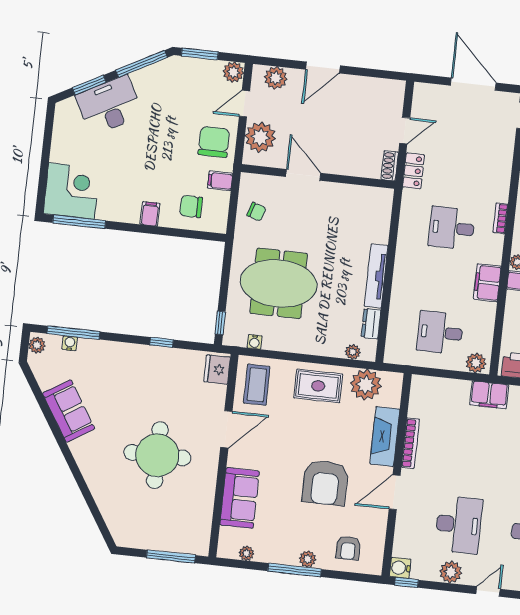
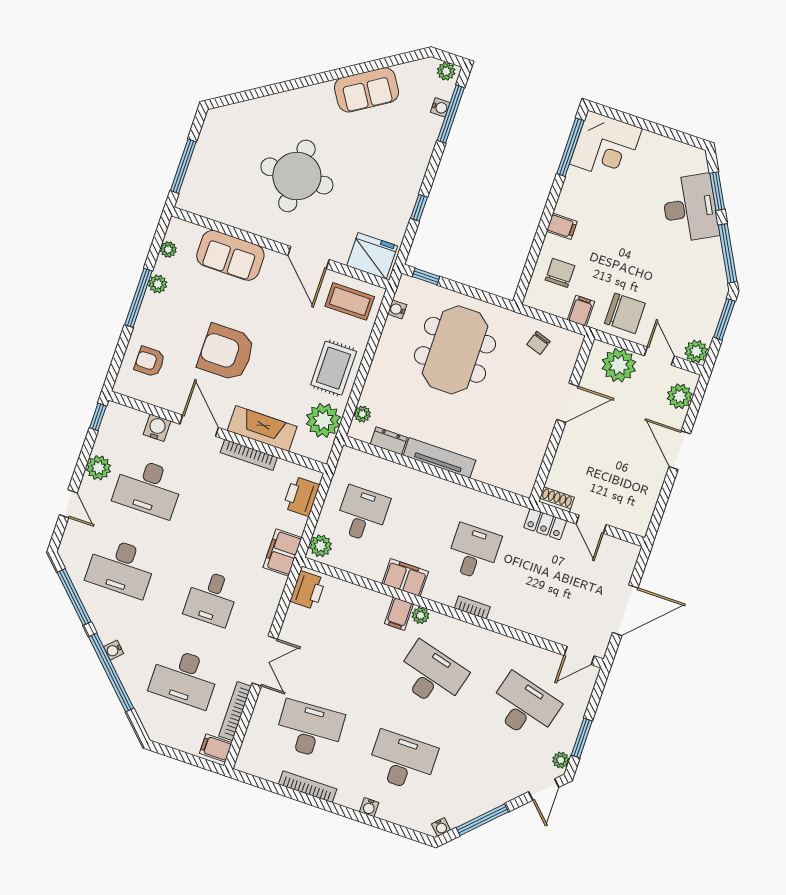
fridge: (217, 369) -> (372, 256), width x1.36, depth x1.34
printer: (436, 389) -> (301, 496), added
plant: (308, 559) -> (158, 284), moved
water cooler: (400, 568) -> (157, 428), moved

